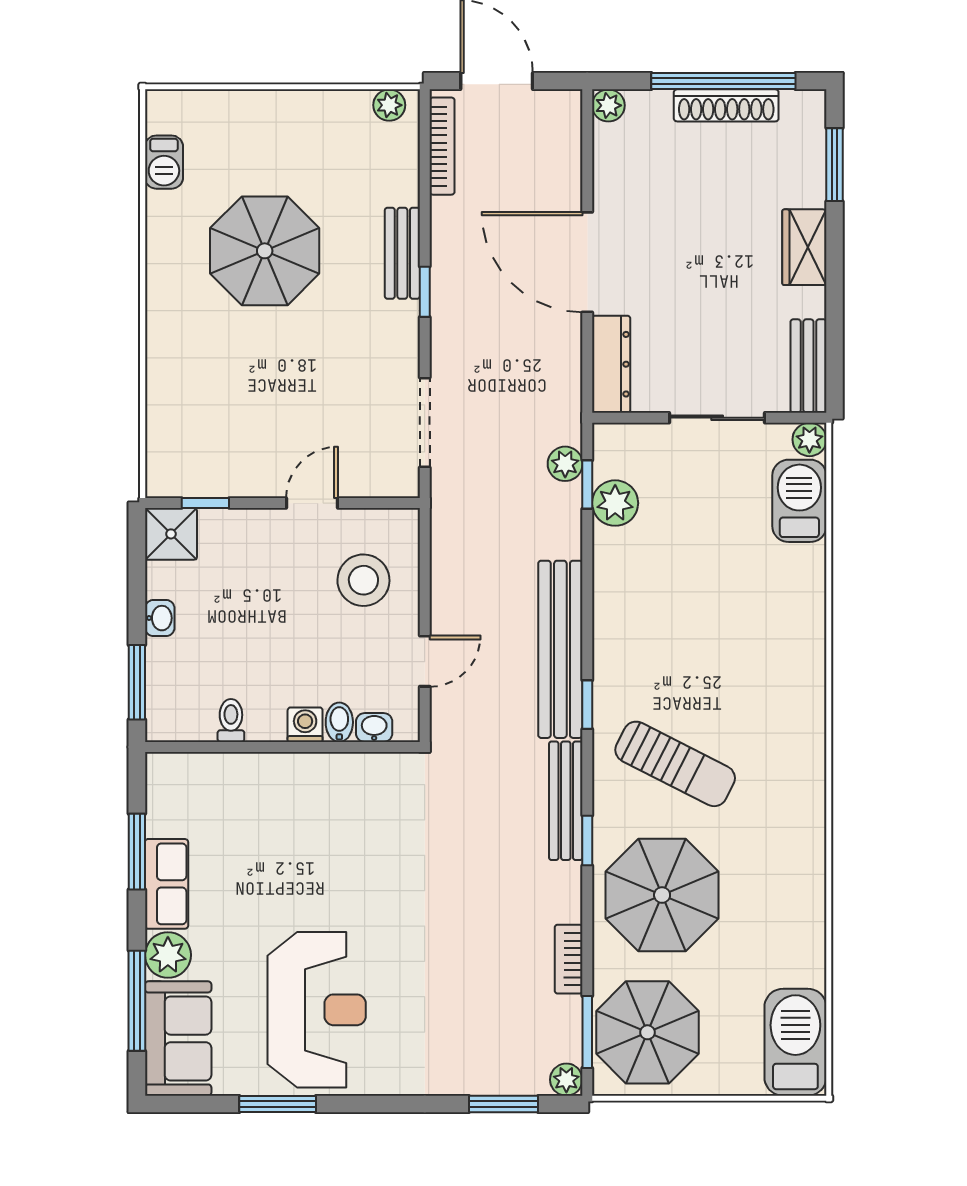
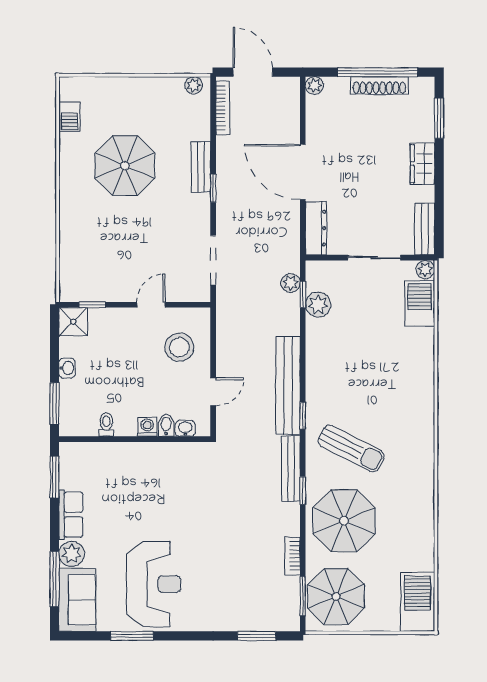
window: (137, 852) -> (54, 477), moved
plant: (566, 1080) -> (291, 623), removed

